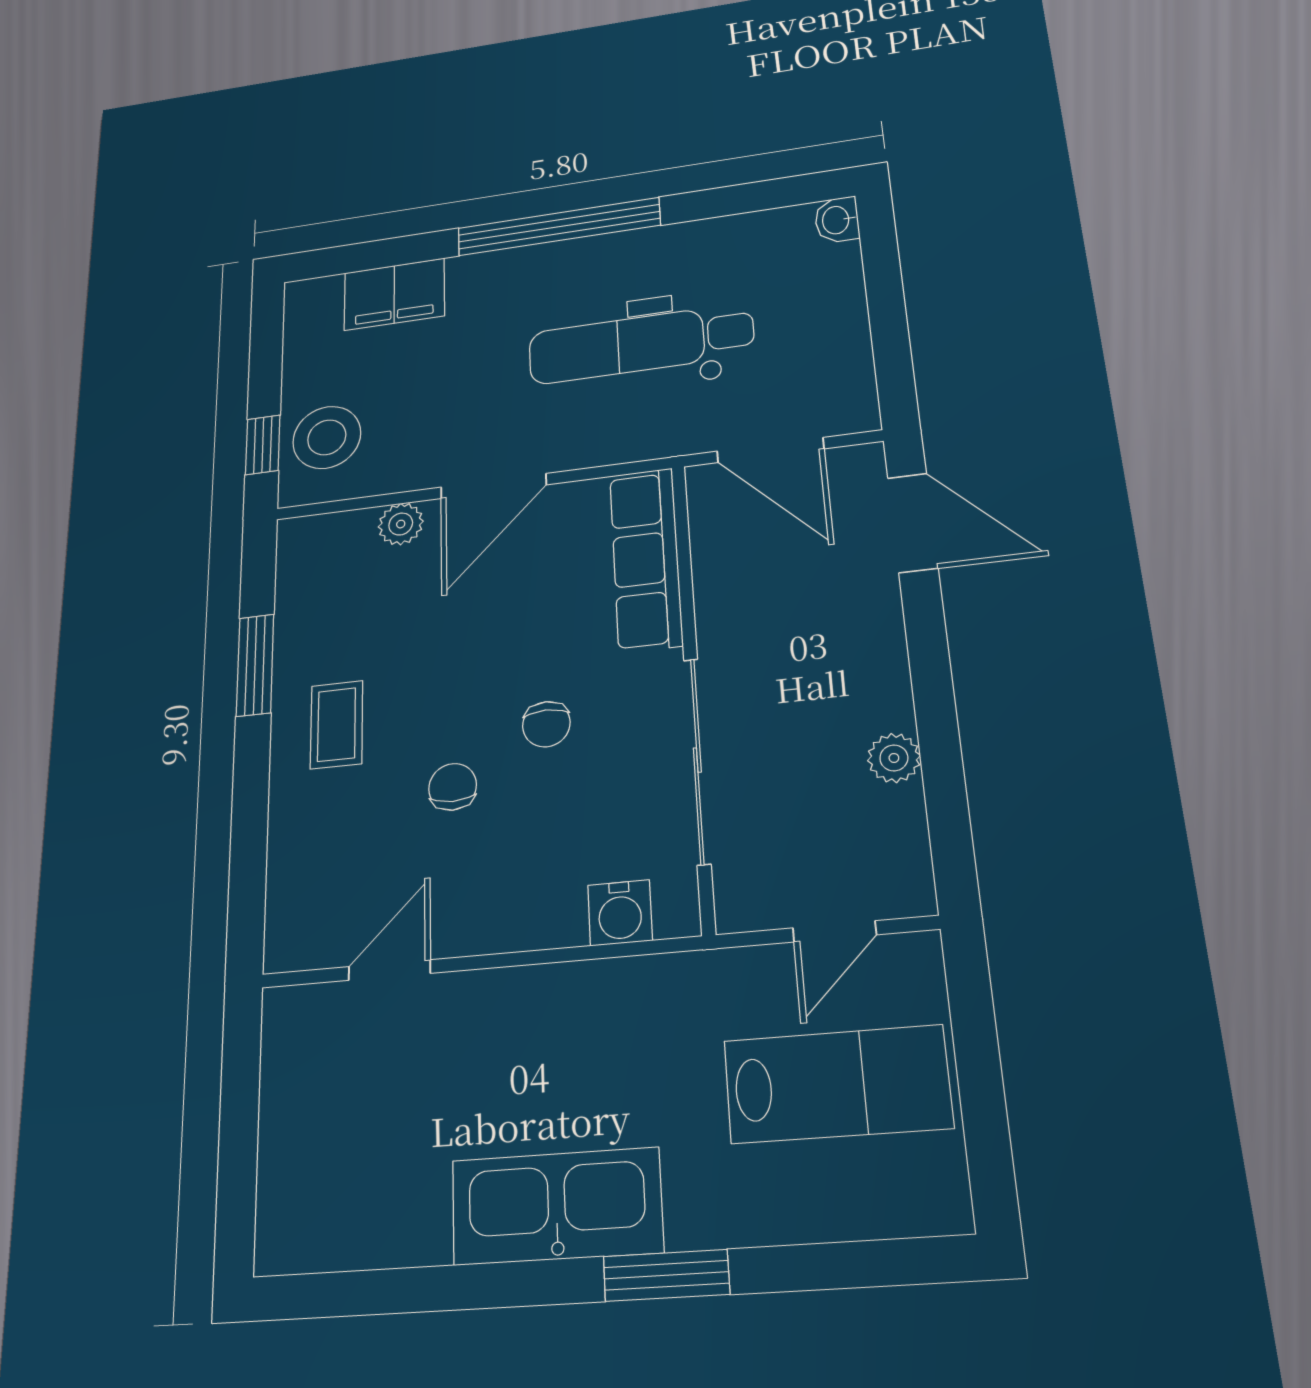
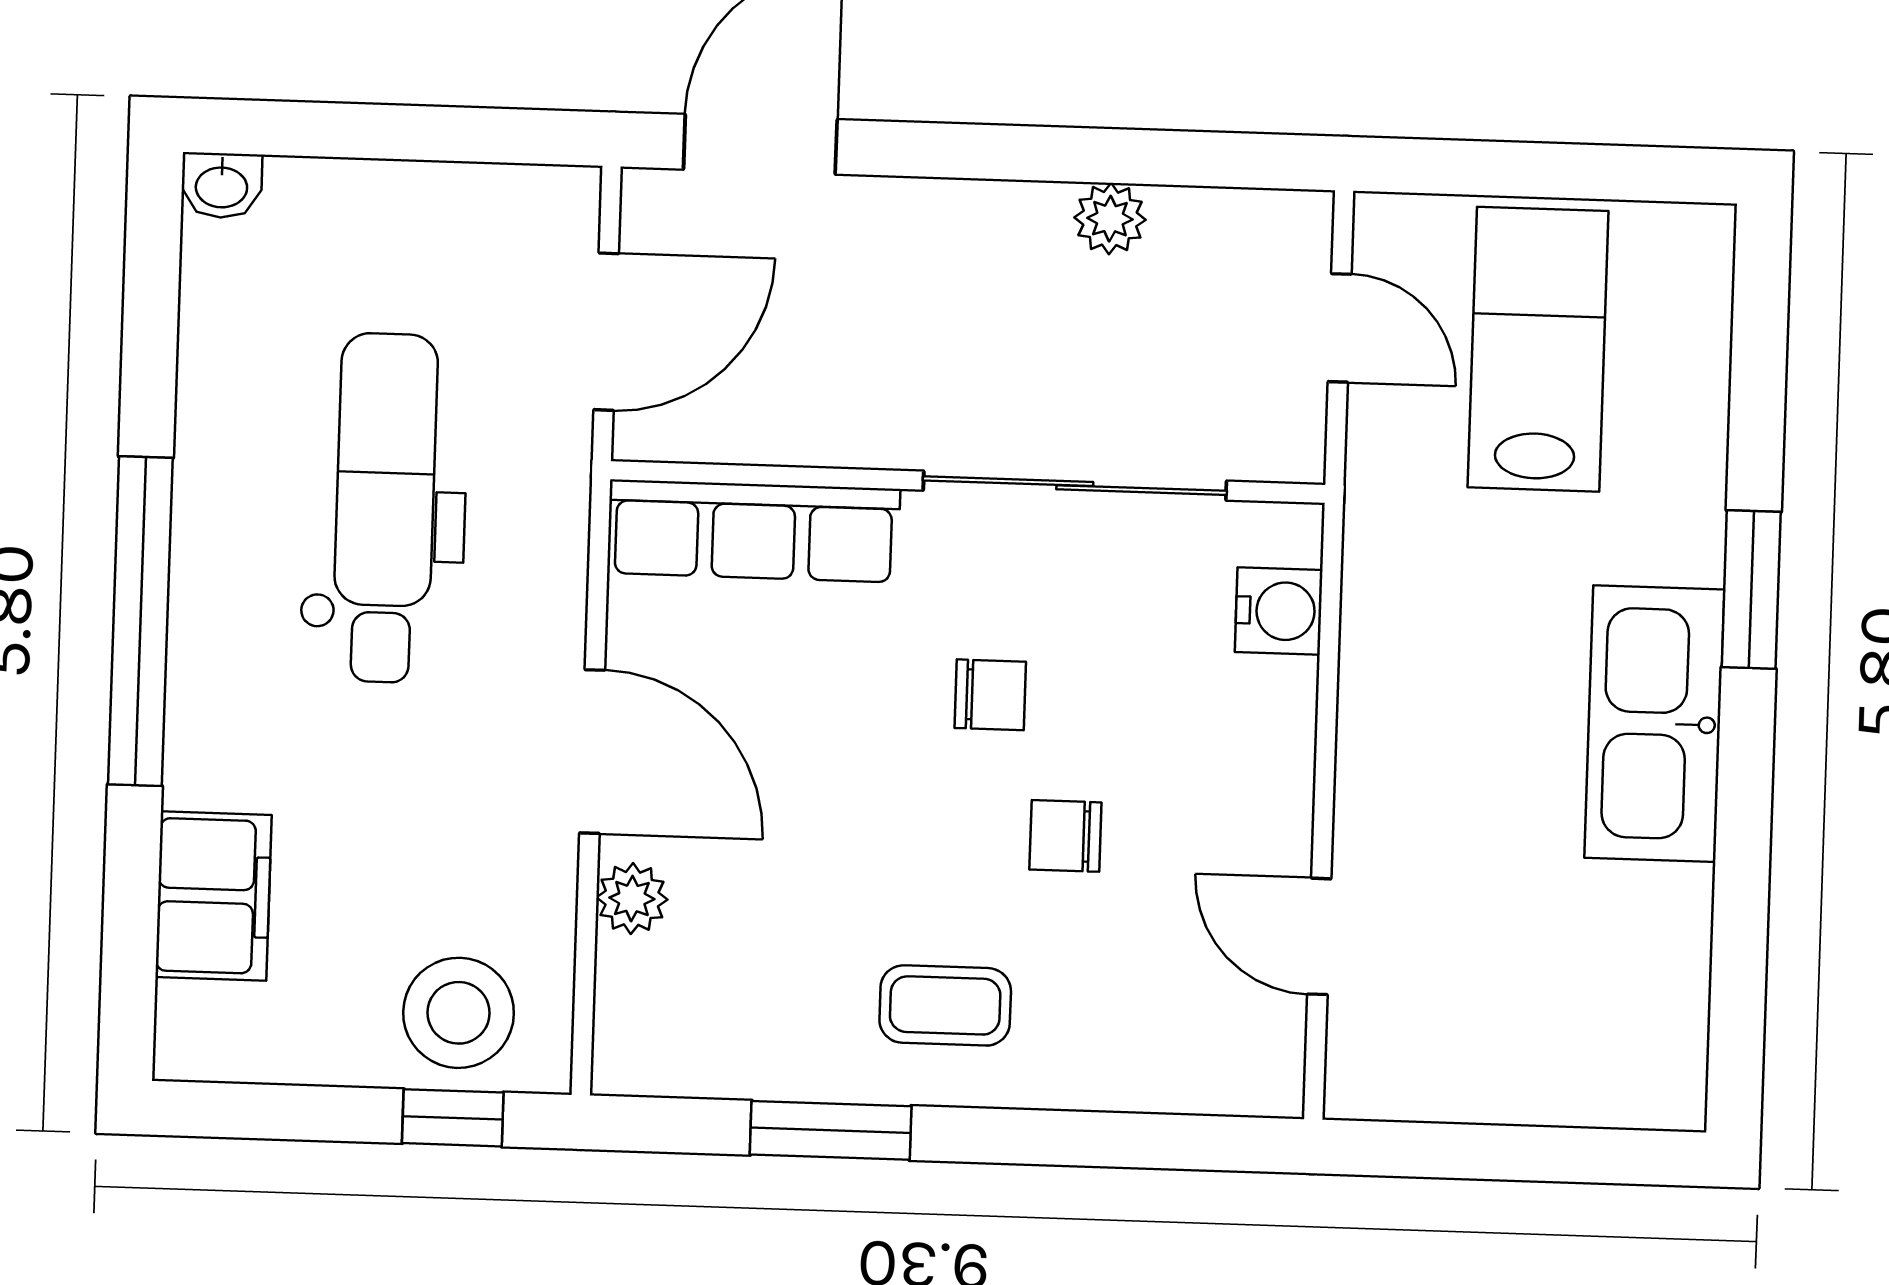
dental chair: (641, 344) -> (385, 508), turned 180

